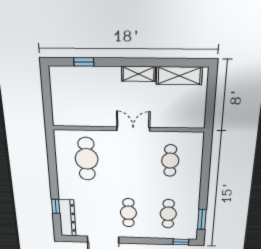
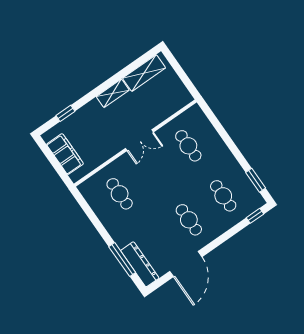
filing cabinet: (61, 97) -> (65, 154), added
double door: (133, 129) -> (139, 140), swing flipped
cafe table: (87, 159) -> (120, 194), width x0.73, depth x0.74
window: (56, 206) -> (122, 260), width x2.17

